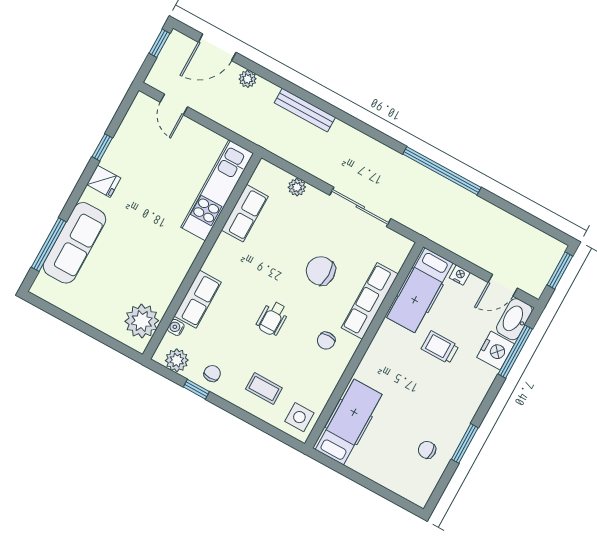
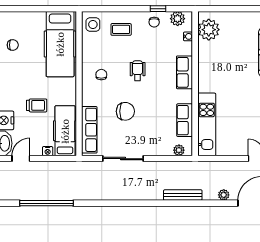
window: (442, 171) -> (46, 203), moved
plant: (297, 187) -> (179, 150), moved
row of seats: (198, 299) -> (185, 72), moved
row of seats: (370, 301) -> (89, 130), moved
hospital bed: (349, 422) -> (60, 44), width x1.37, depth x1.29

